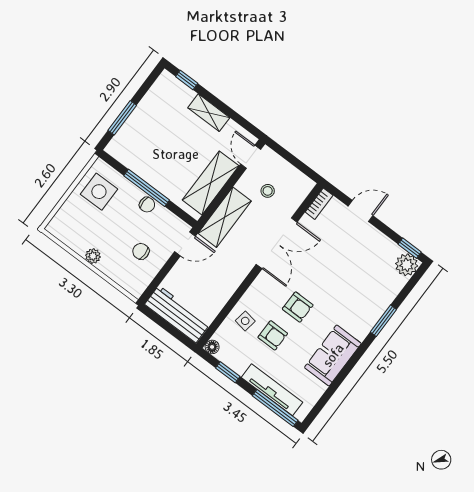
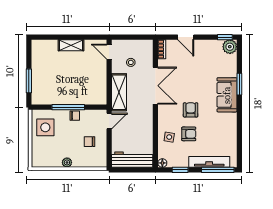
window: (187, 80) -> (47, 37), removed
shelving: (211, 183) -> (99, 80), removed
door: (360, 211) -> (186, 37), swing flipped
armchair: (298, 307) -> (191, 110), turned -90
sofa: (333, 355) -> (227, 95), moved

